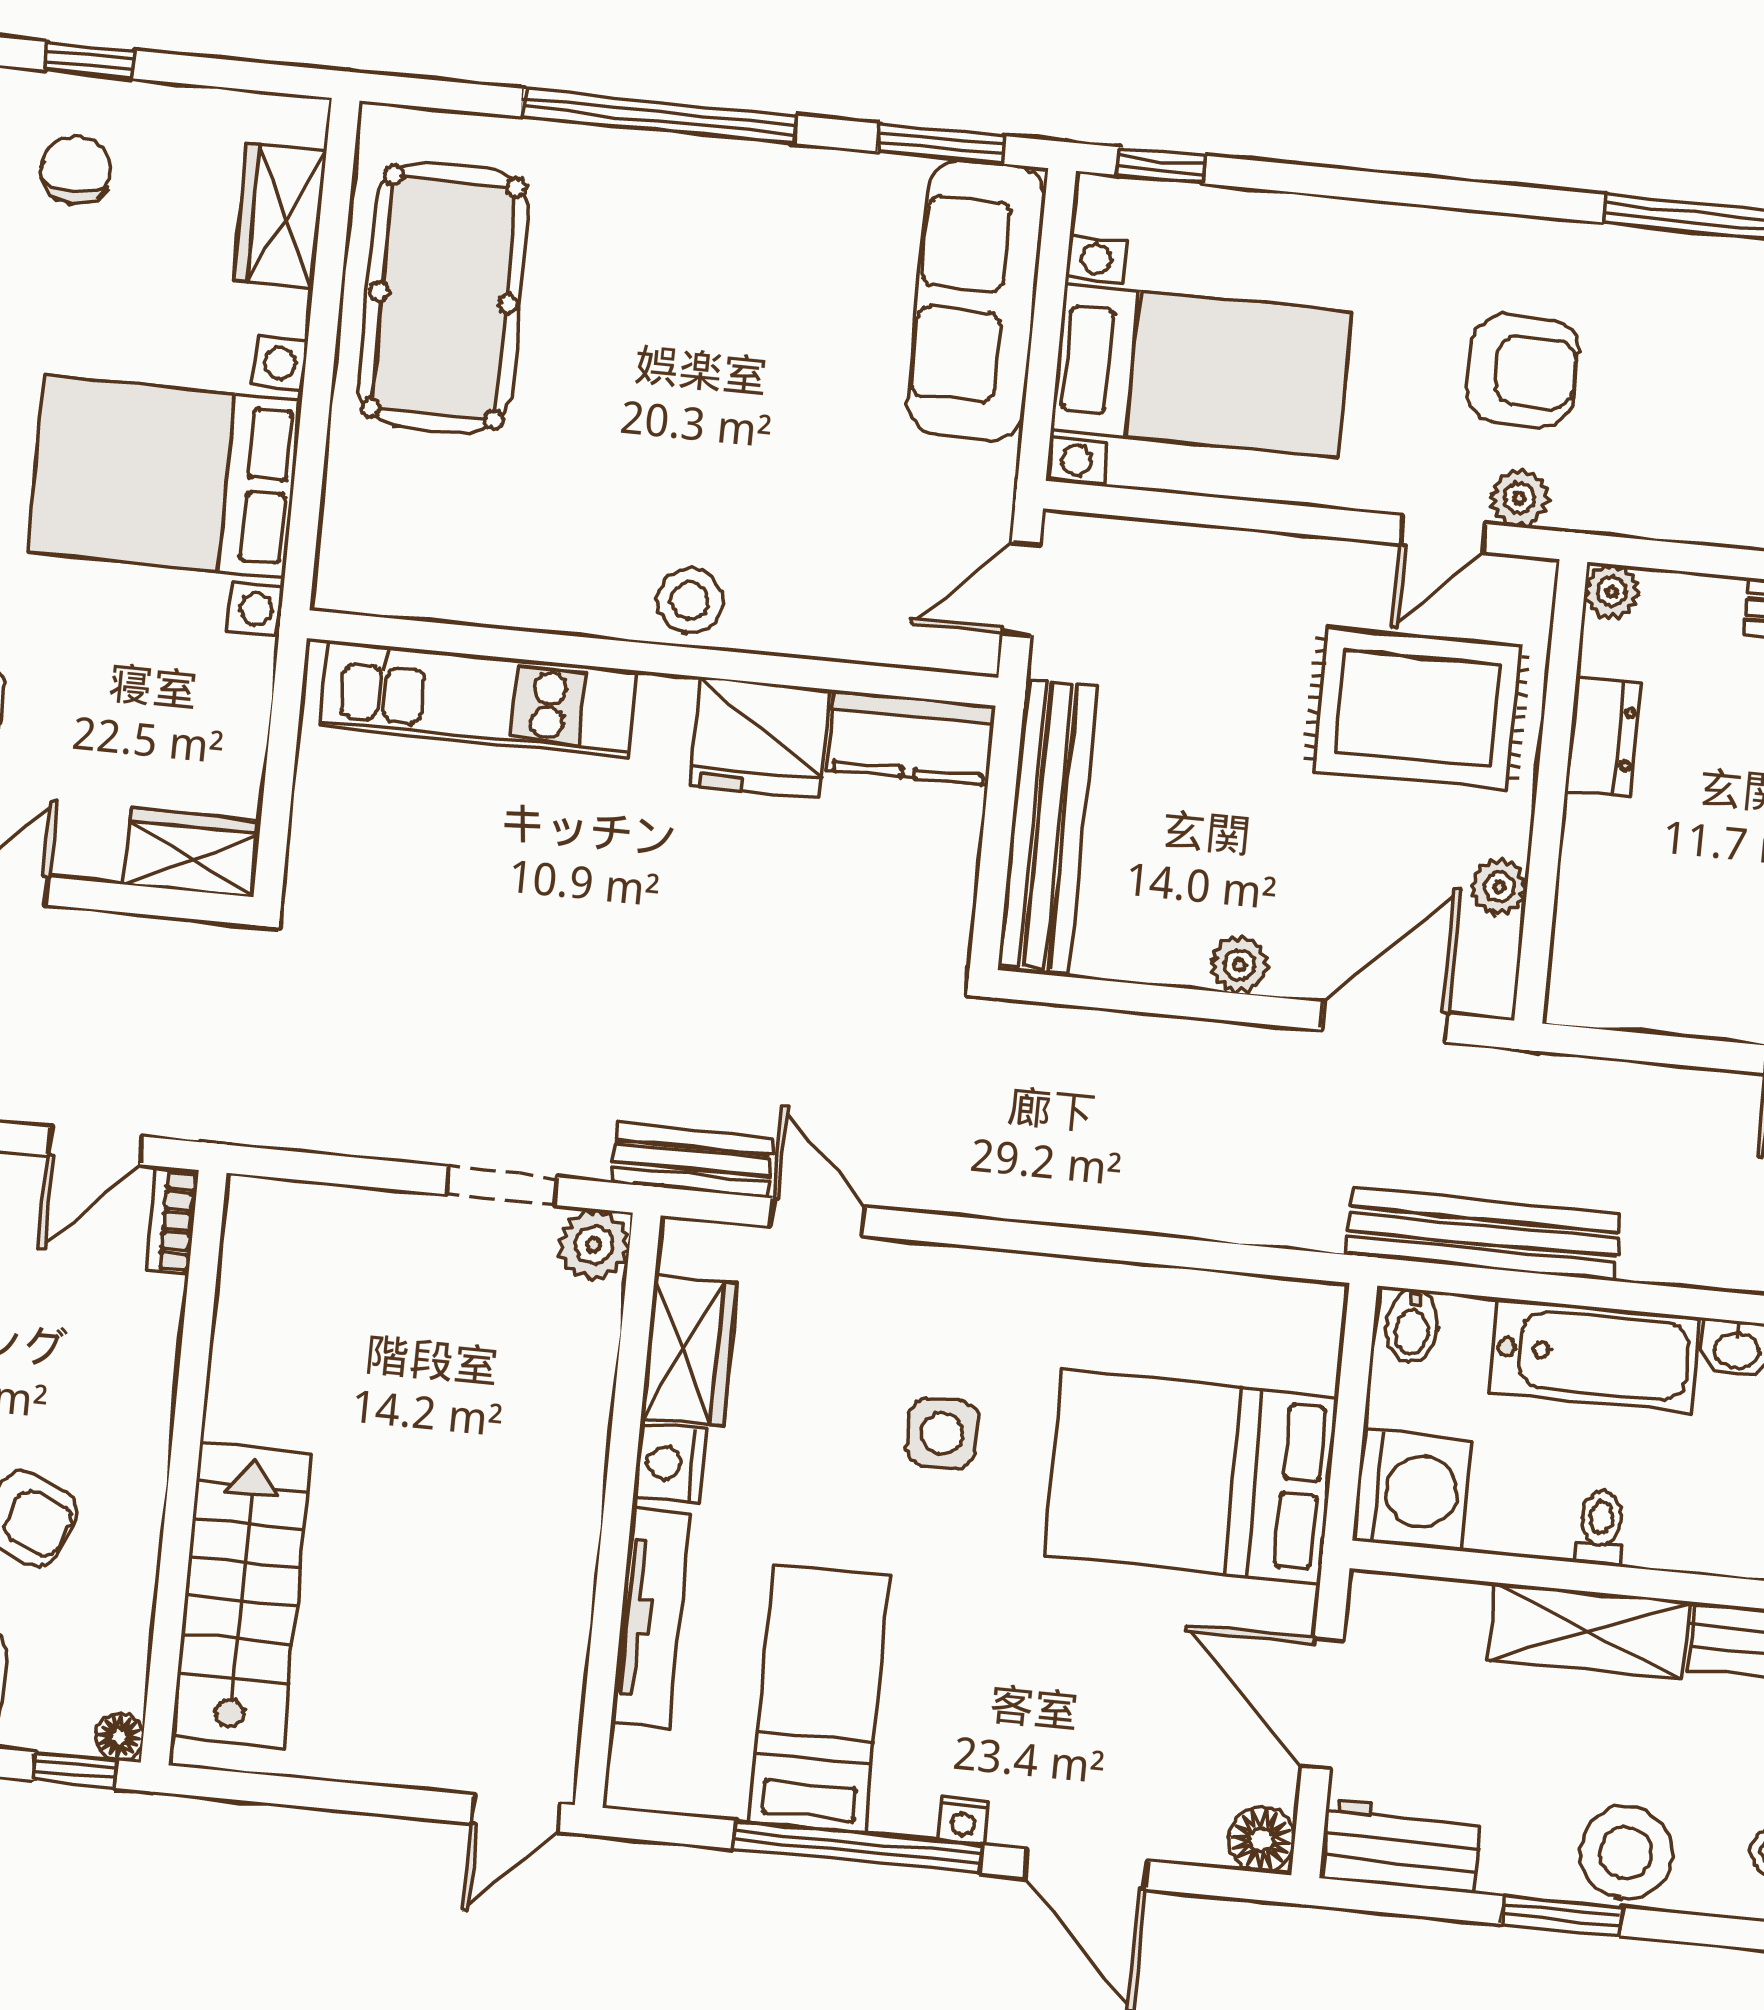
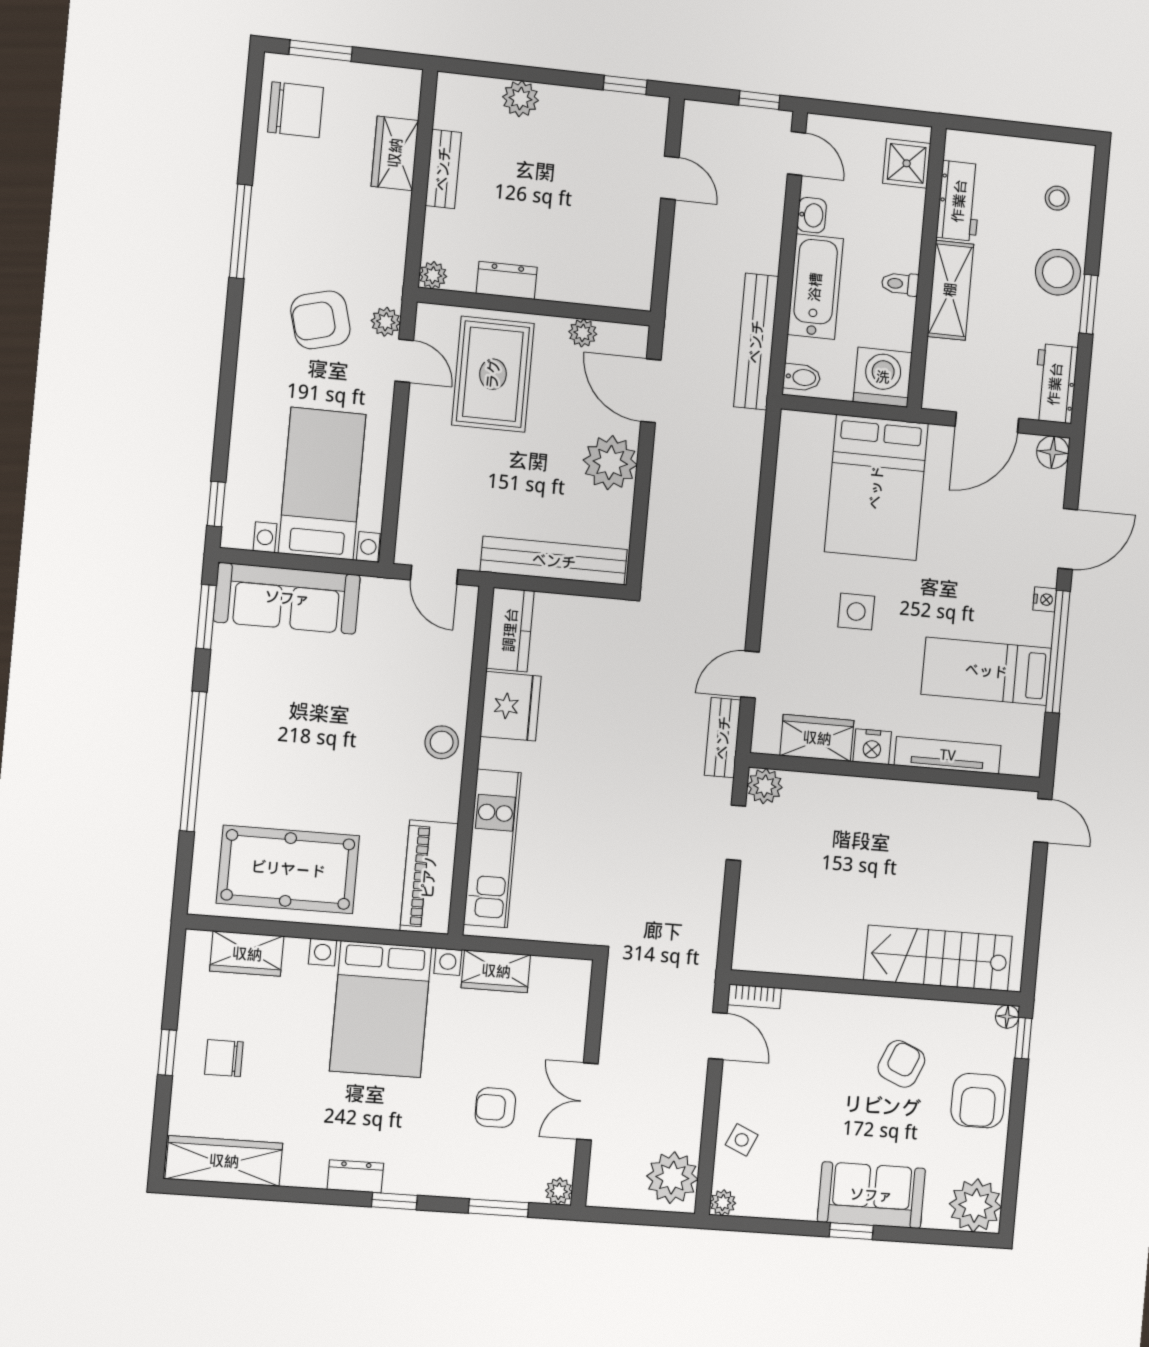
armchair: (1523, 371) -> (320, 320), turned -105
piano: (424, 574) -> (429, 877), added
wardrobe: (192, 853) -> (496, 971), moved, turned -90
plant: (1239, 965) -> (610, 463), width x1.88, depth x1.88

